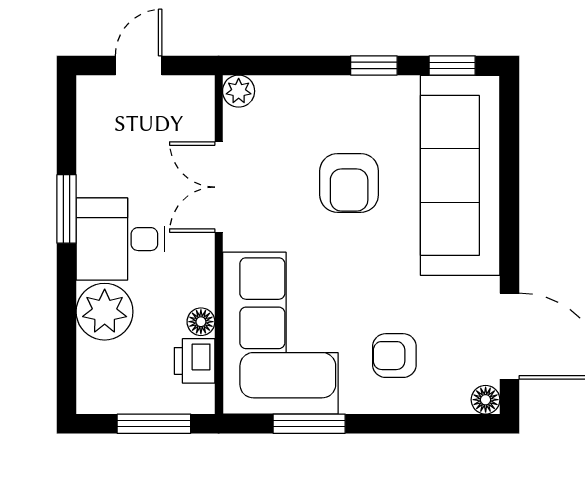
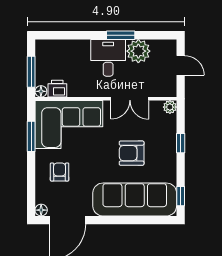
window: (374, 65) -> (181, 143), moved
double door: (219, 187) -> (130, 99), swing flipped
plant: (105, 312) -> (138, 51), moved
floor lamp: (201, 322) -> (41, 91), moved

